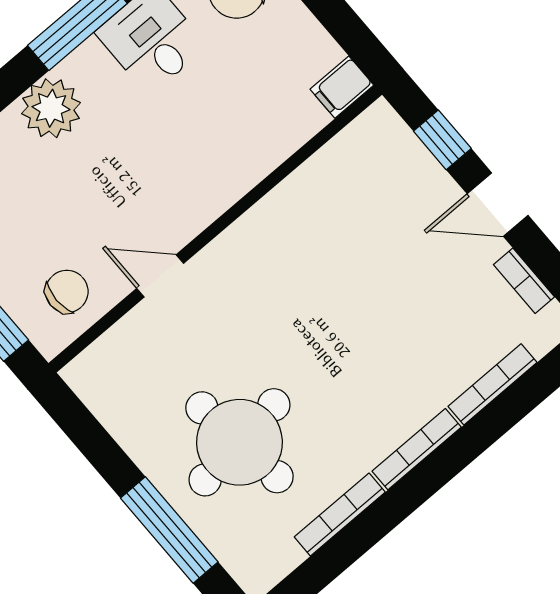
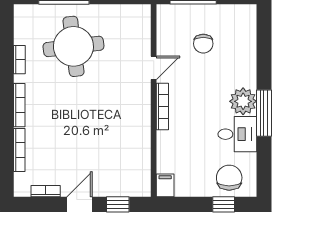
plant: (51, 108) -> (243, 101), moved
bookcase: (213, 205) -> (162, 107), added
chair: (67, 292) -> (203, 44), moved
bookcase: (340, 515) -> (19, 60), width x0.64

